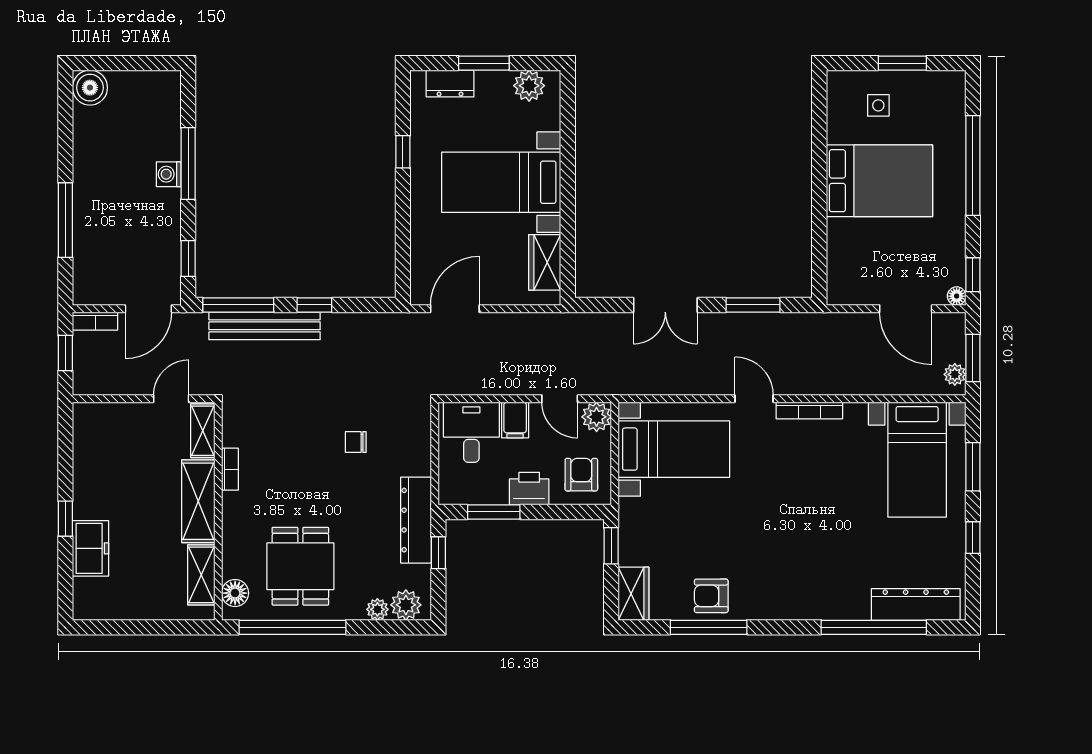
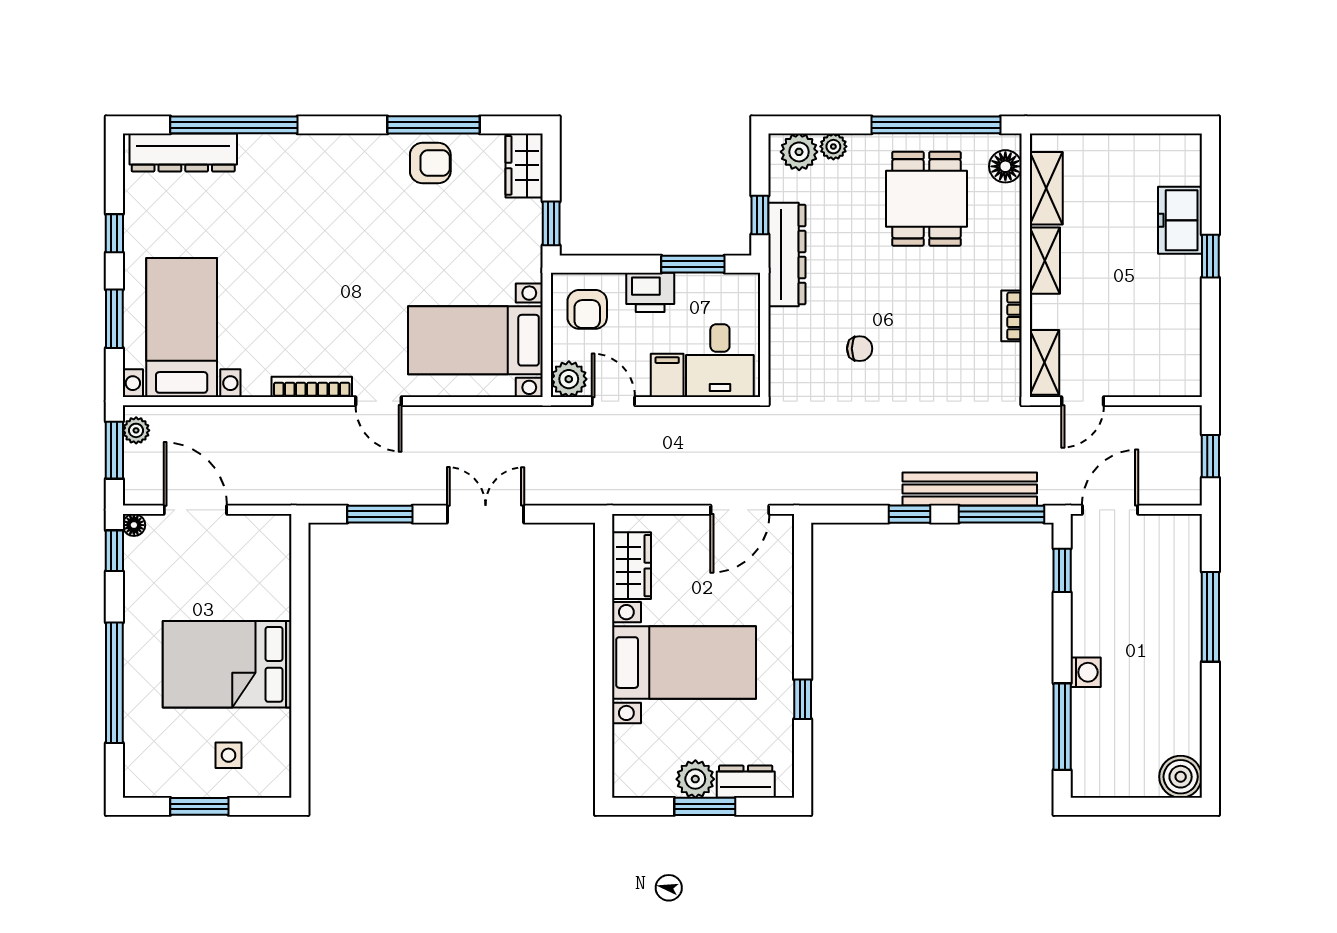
plant: (529, 86) -> (695, 779), moved
window: (188, 164) -> (1062, 727), moved
bookcase: (95, 321) -> (1174, 495), removed
shelving: (198, 501) -> (1045, 261), width x0.67, depth x0.75

